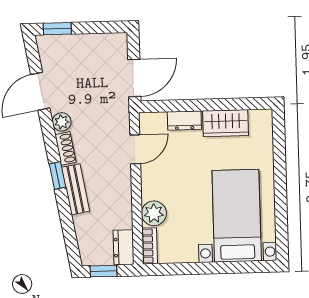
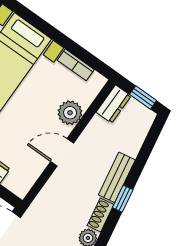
door: (135, 149) -> (62, 152), moved
bookcase: (150, 246) -> (76, 65), moved, turned -90

